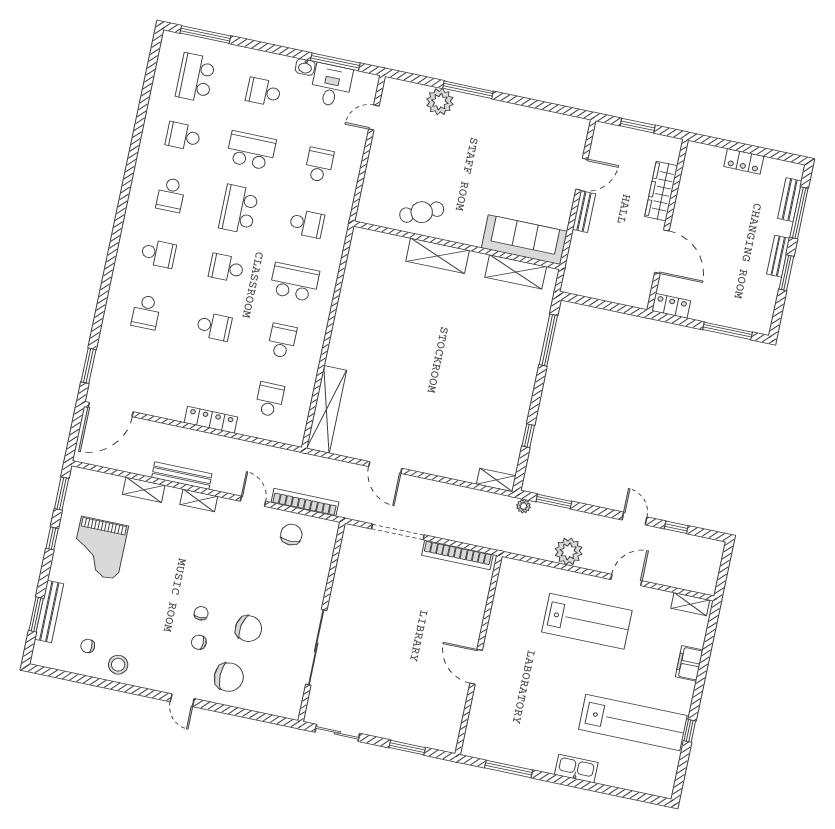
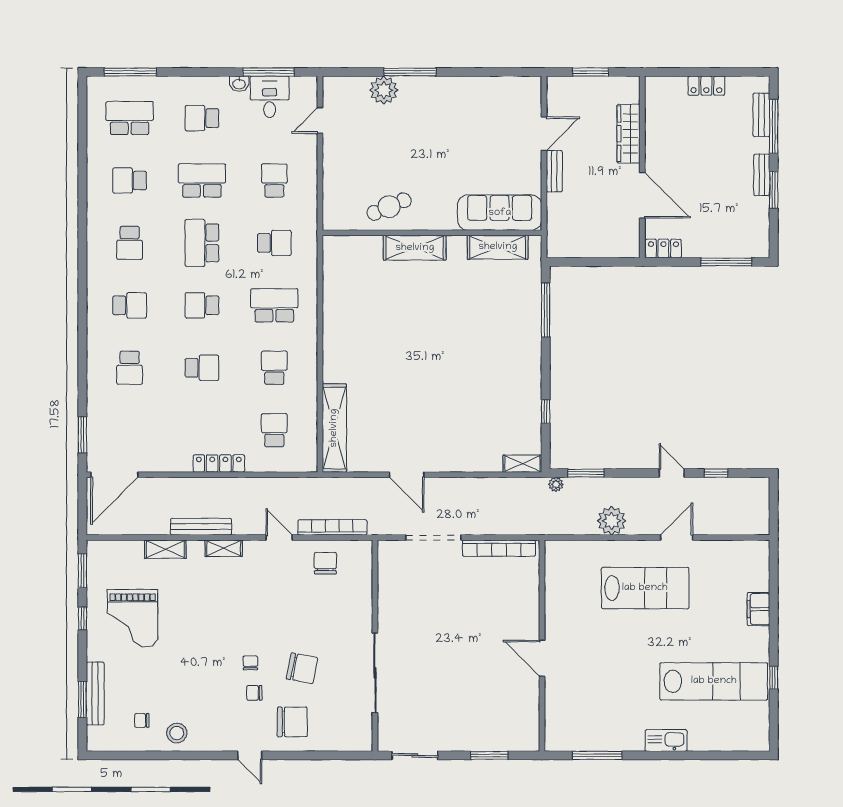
school desk: (195, 78) -> (130, 118), turned 90
shelving: (690, 604) -> (747, 548), removed

